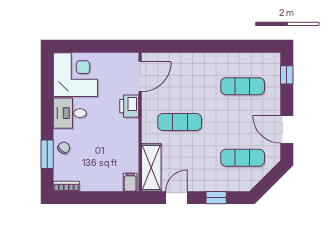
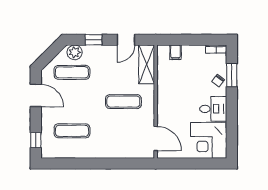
door: (140, 77) -> (156, 139), swing flipped
printer: (129, 106) -> (165, 115), removed
filing cabinet: (130, 182) -> (175, 52), moved
plant: (239, 182) -> (75, 52), added

